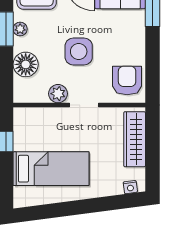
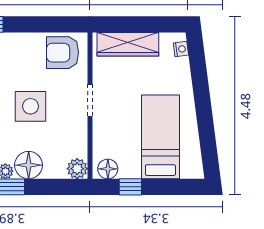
floor lamp: (26, 64) -> (29, 165), moved
plant: (58, 94) -> (77, 169), moved
floor lamp: (22, 121) -> (108, 169), added

